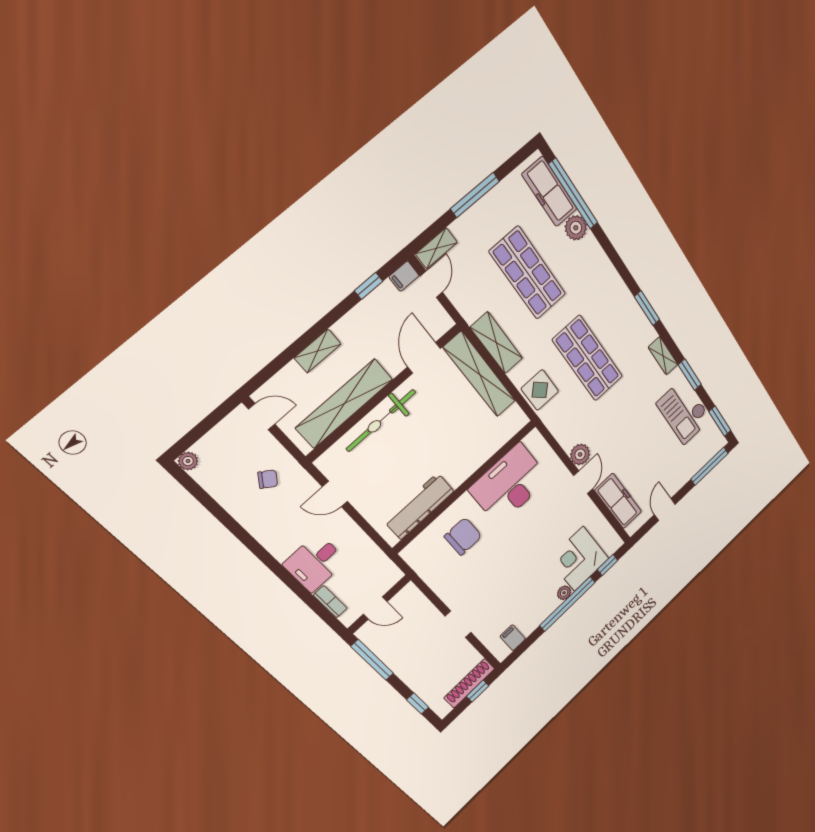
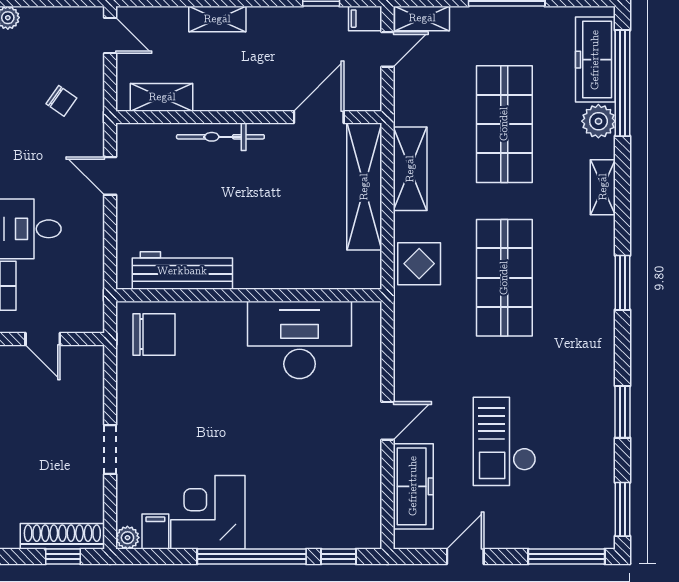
shelving: (663, 356) -> (603, 187), moved
shelving: (344, 403) -> (162, 97), width x0.45, depth x0.75
checkout: (684, 411) -> (505, 441), moved
bicycle: (381, 420) -> (220, 137), width x0.73, depth x0.71
plant: (580, 454) -> (409, 383), removed
chair: (463, 536) -> (154, 334), moved
corner desk: (579, 559) -> (208, 512), moved
plant: (564, 593) -> (127, 538), moved

